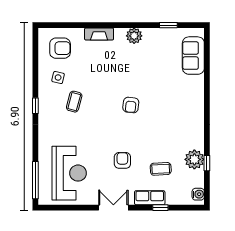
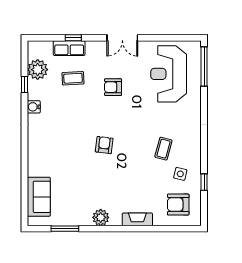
window: (168, 25) -> (65, 229), width x1.50
window: (35, 106) -> (204, 182), moved
plant: (194, 159) -> (38, 70), moved
armchair: (122, 160) -> (113, 87), turned 90
water cooler: (198, 194) -> (34, 107), moved
row of seats: (150, 198) -> (69, 48), moved

